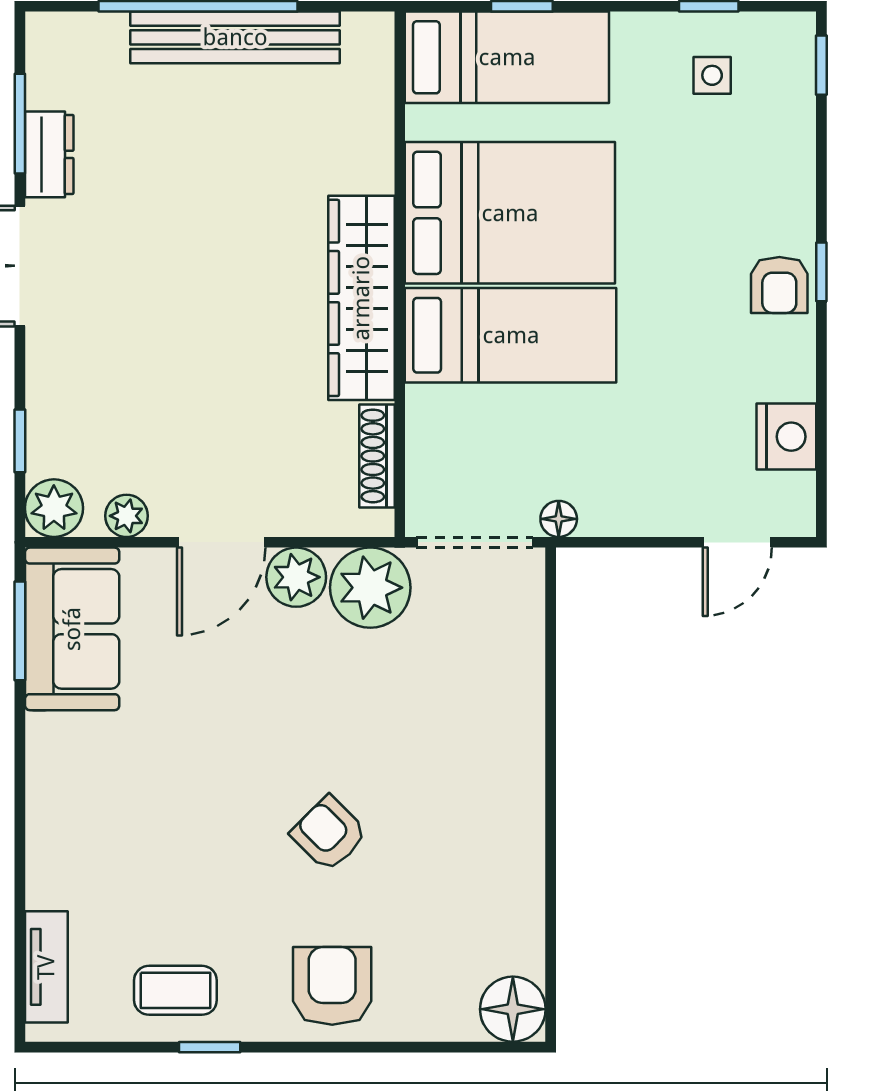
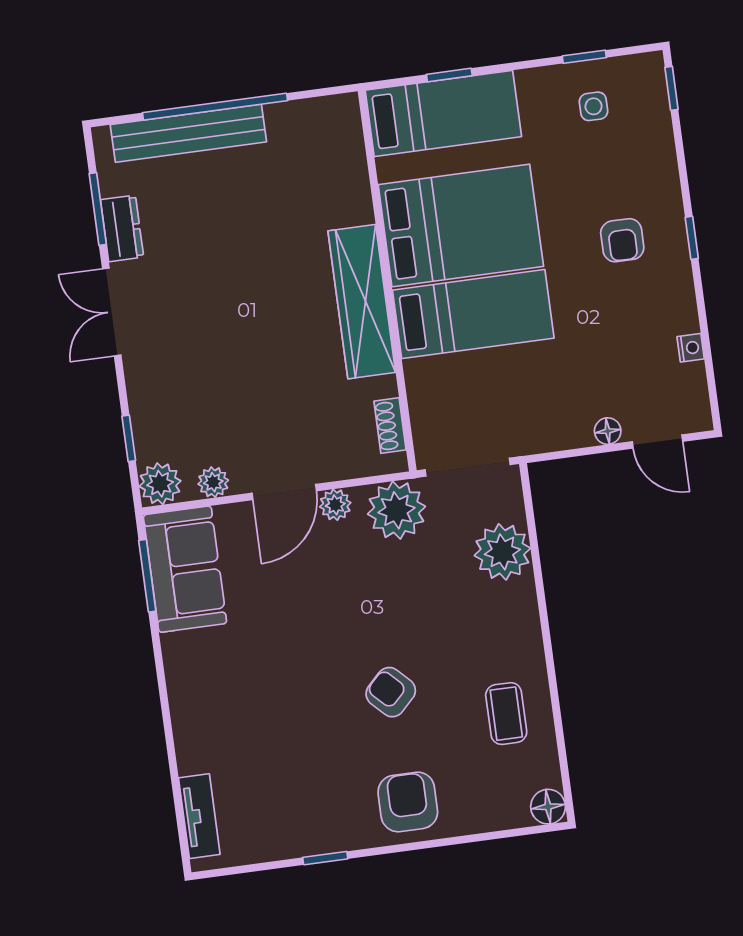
bench: (235, 37) -> (188, 133), moved
armchair: (779, 285) -> (622, 240), moved
nightstand: (786, 437) -> (691, 348), width x0.53, depth x0.56
shoe rack: (377, 456) -> (390, 426), width x0.70
floor lamp: (559, 519) -> (608, 431), moved
door: (737, 542) -> (657, 442), hinge flipped
plant: (296, 577) -> (335, 505), width x0.73, depth x0.73
plant: (507, 664) -> (502, 552), added
coffee table: (175, 990) -> (506, 714), moved, turned 90
floor lamp: (513, 1009) -> (548, 807), width x0.73, depth x0.73

